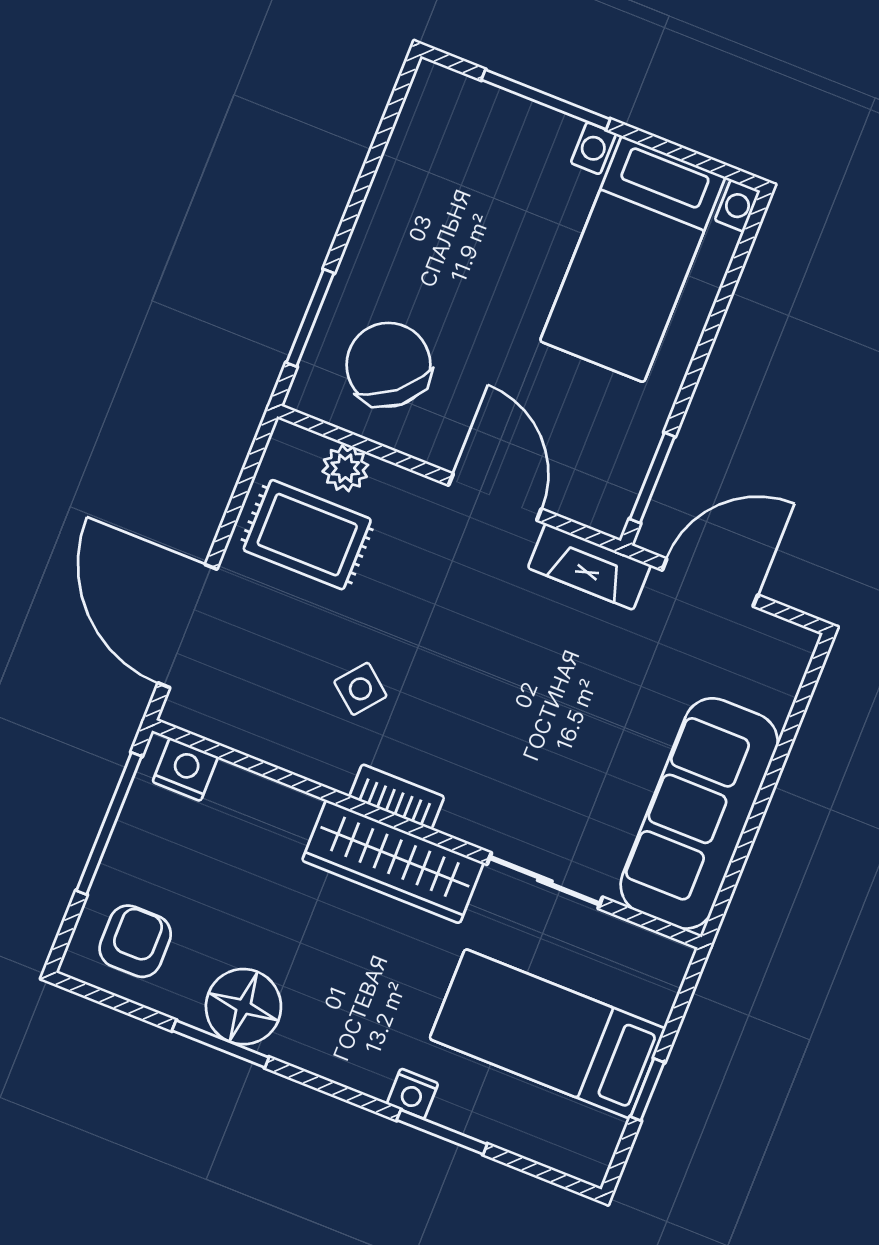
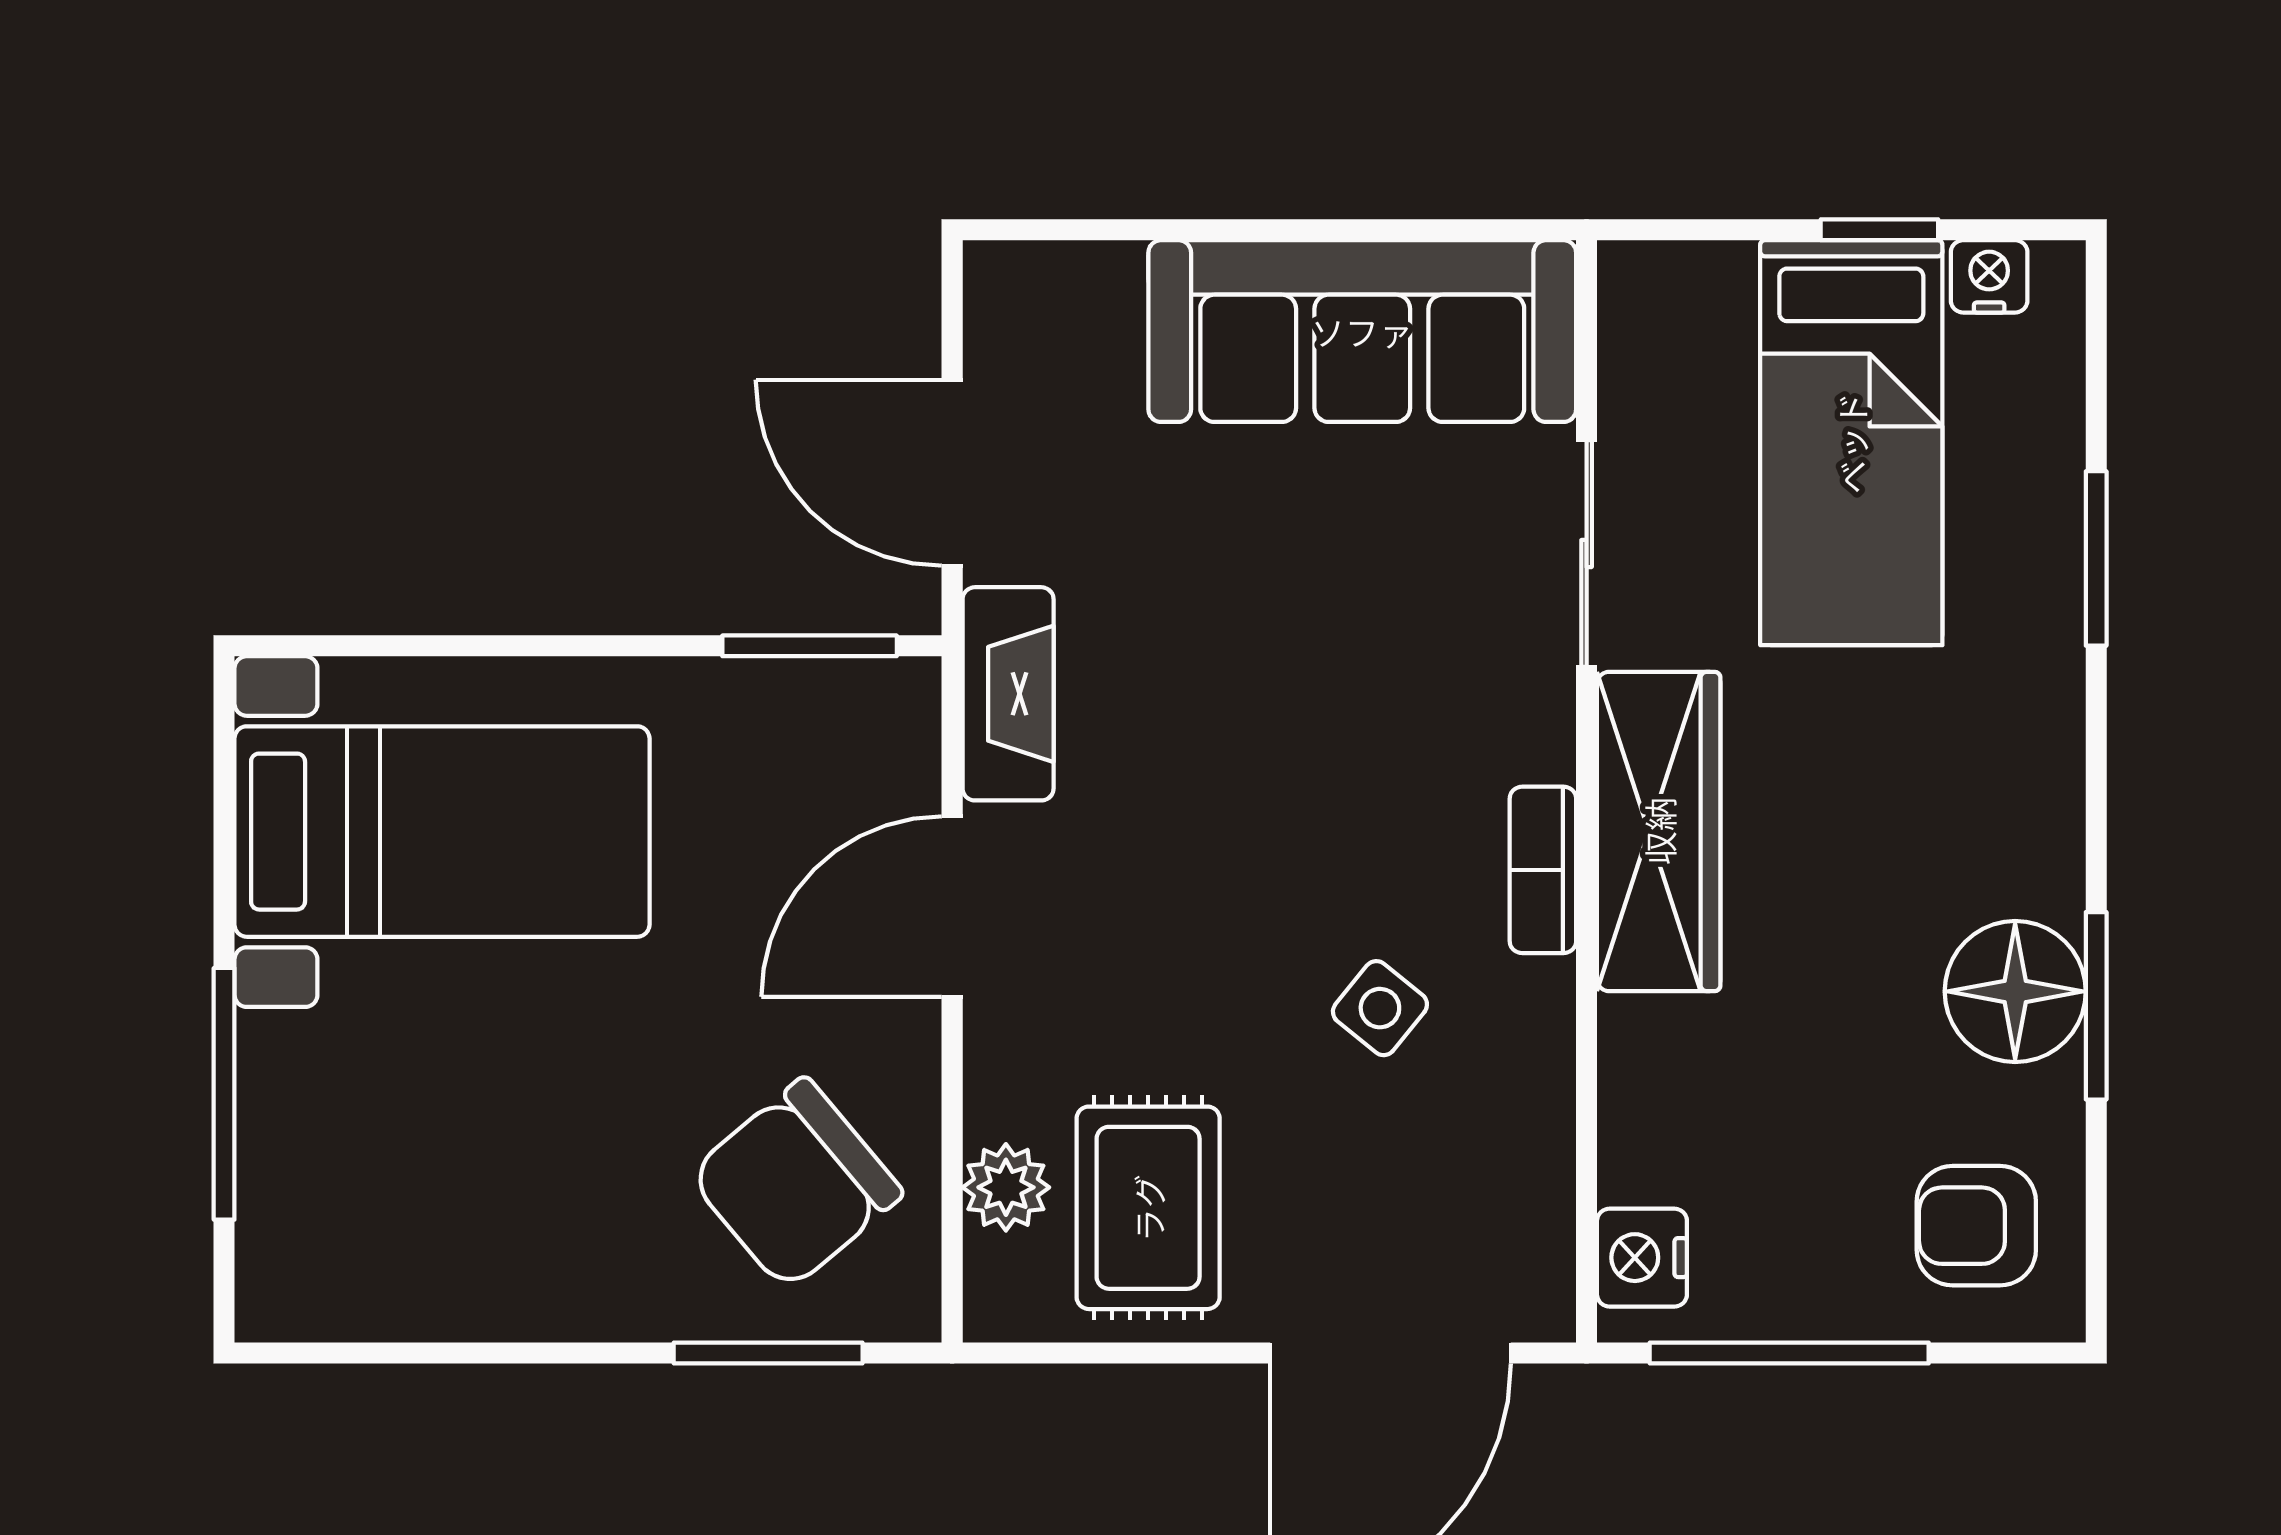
nightstand: (412, 1094) -> (1989, 276), moved, turned -90

